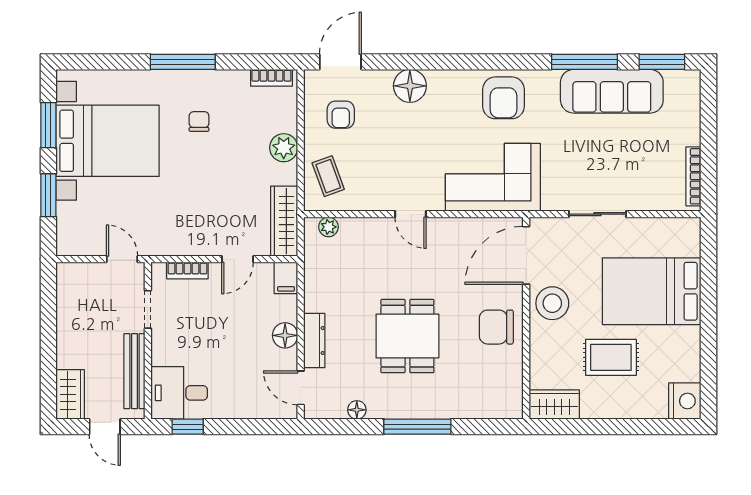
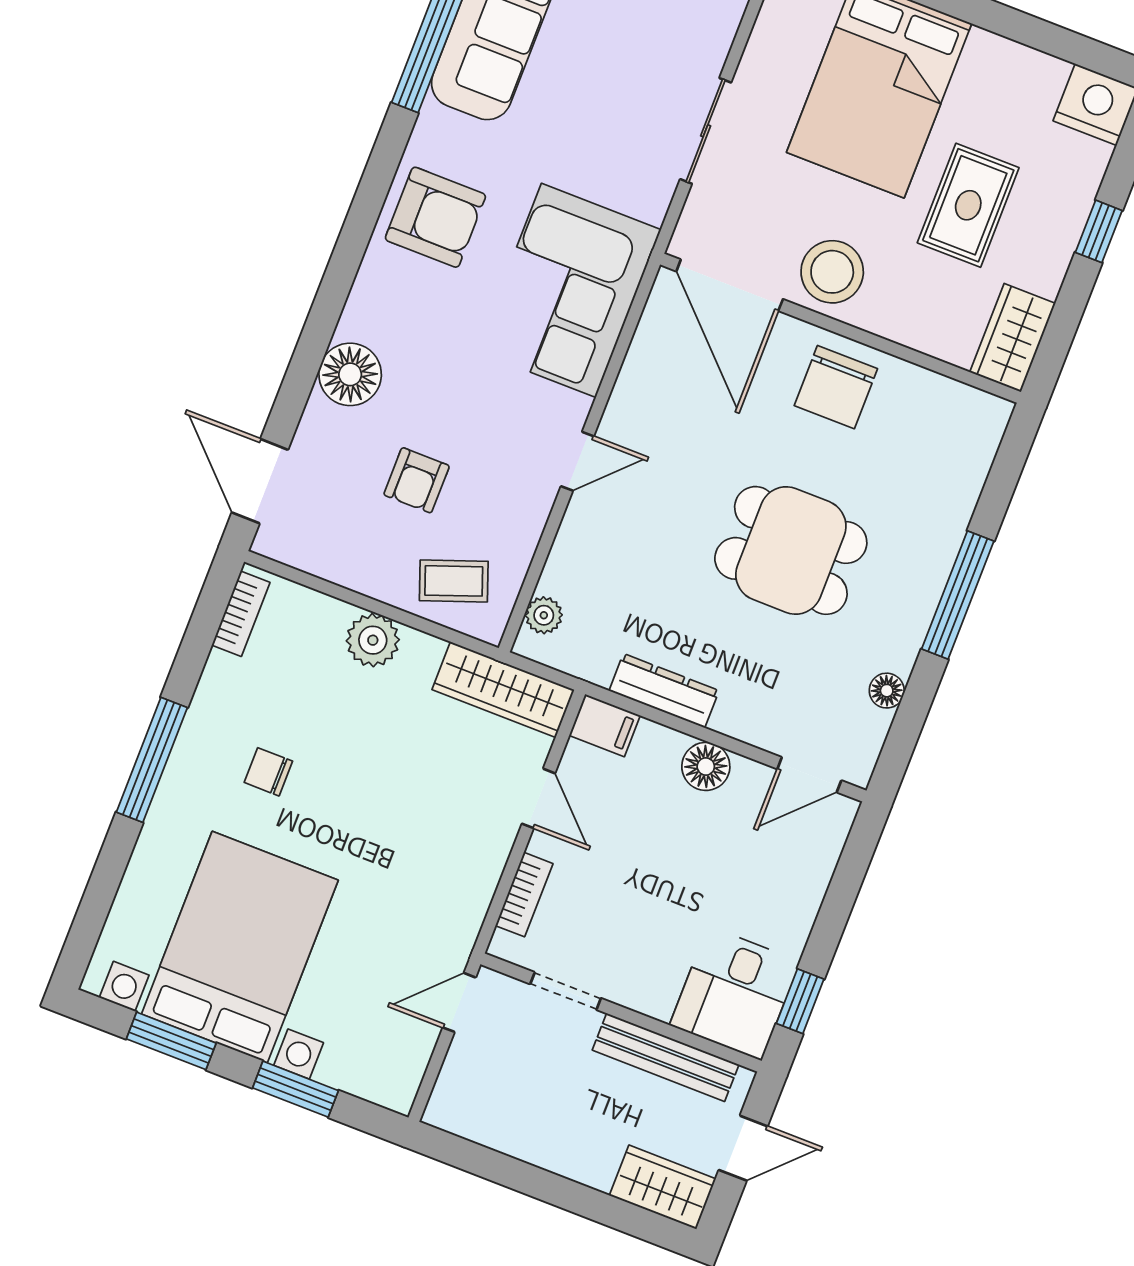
armchair: (341, 115) -> (417, 480), moved, turned 90
dresser: (314, 341) -> (664, 691), moved
window: (623, 427) -> (1099, 231), added

